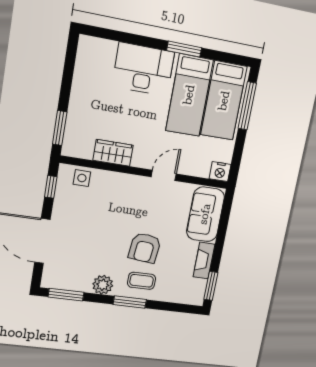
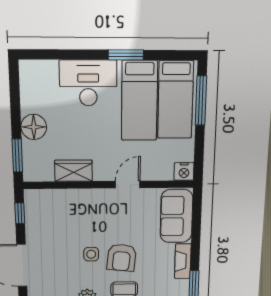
floor lamp: (82, 102) -> (34, 127), added
side table: (82, 178) -> (91, 254), moved

